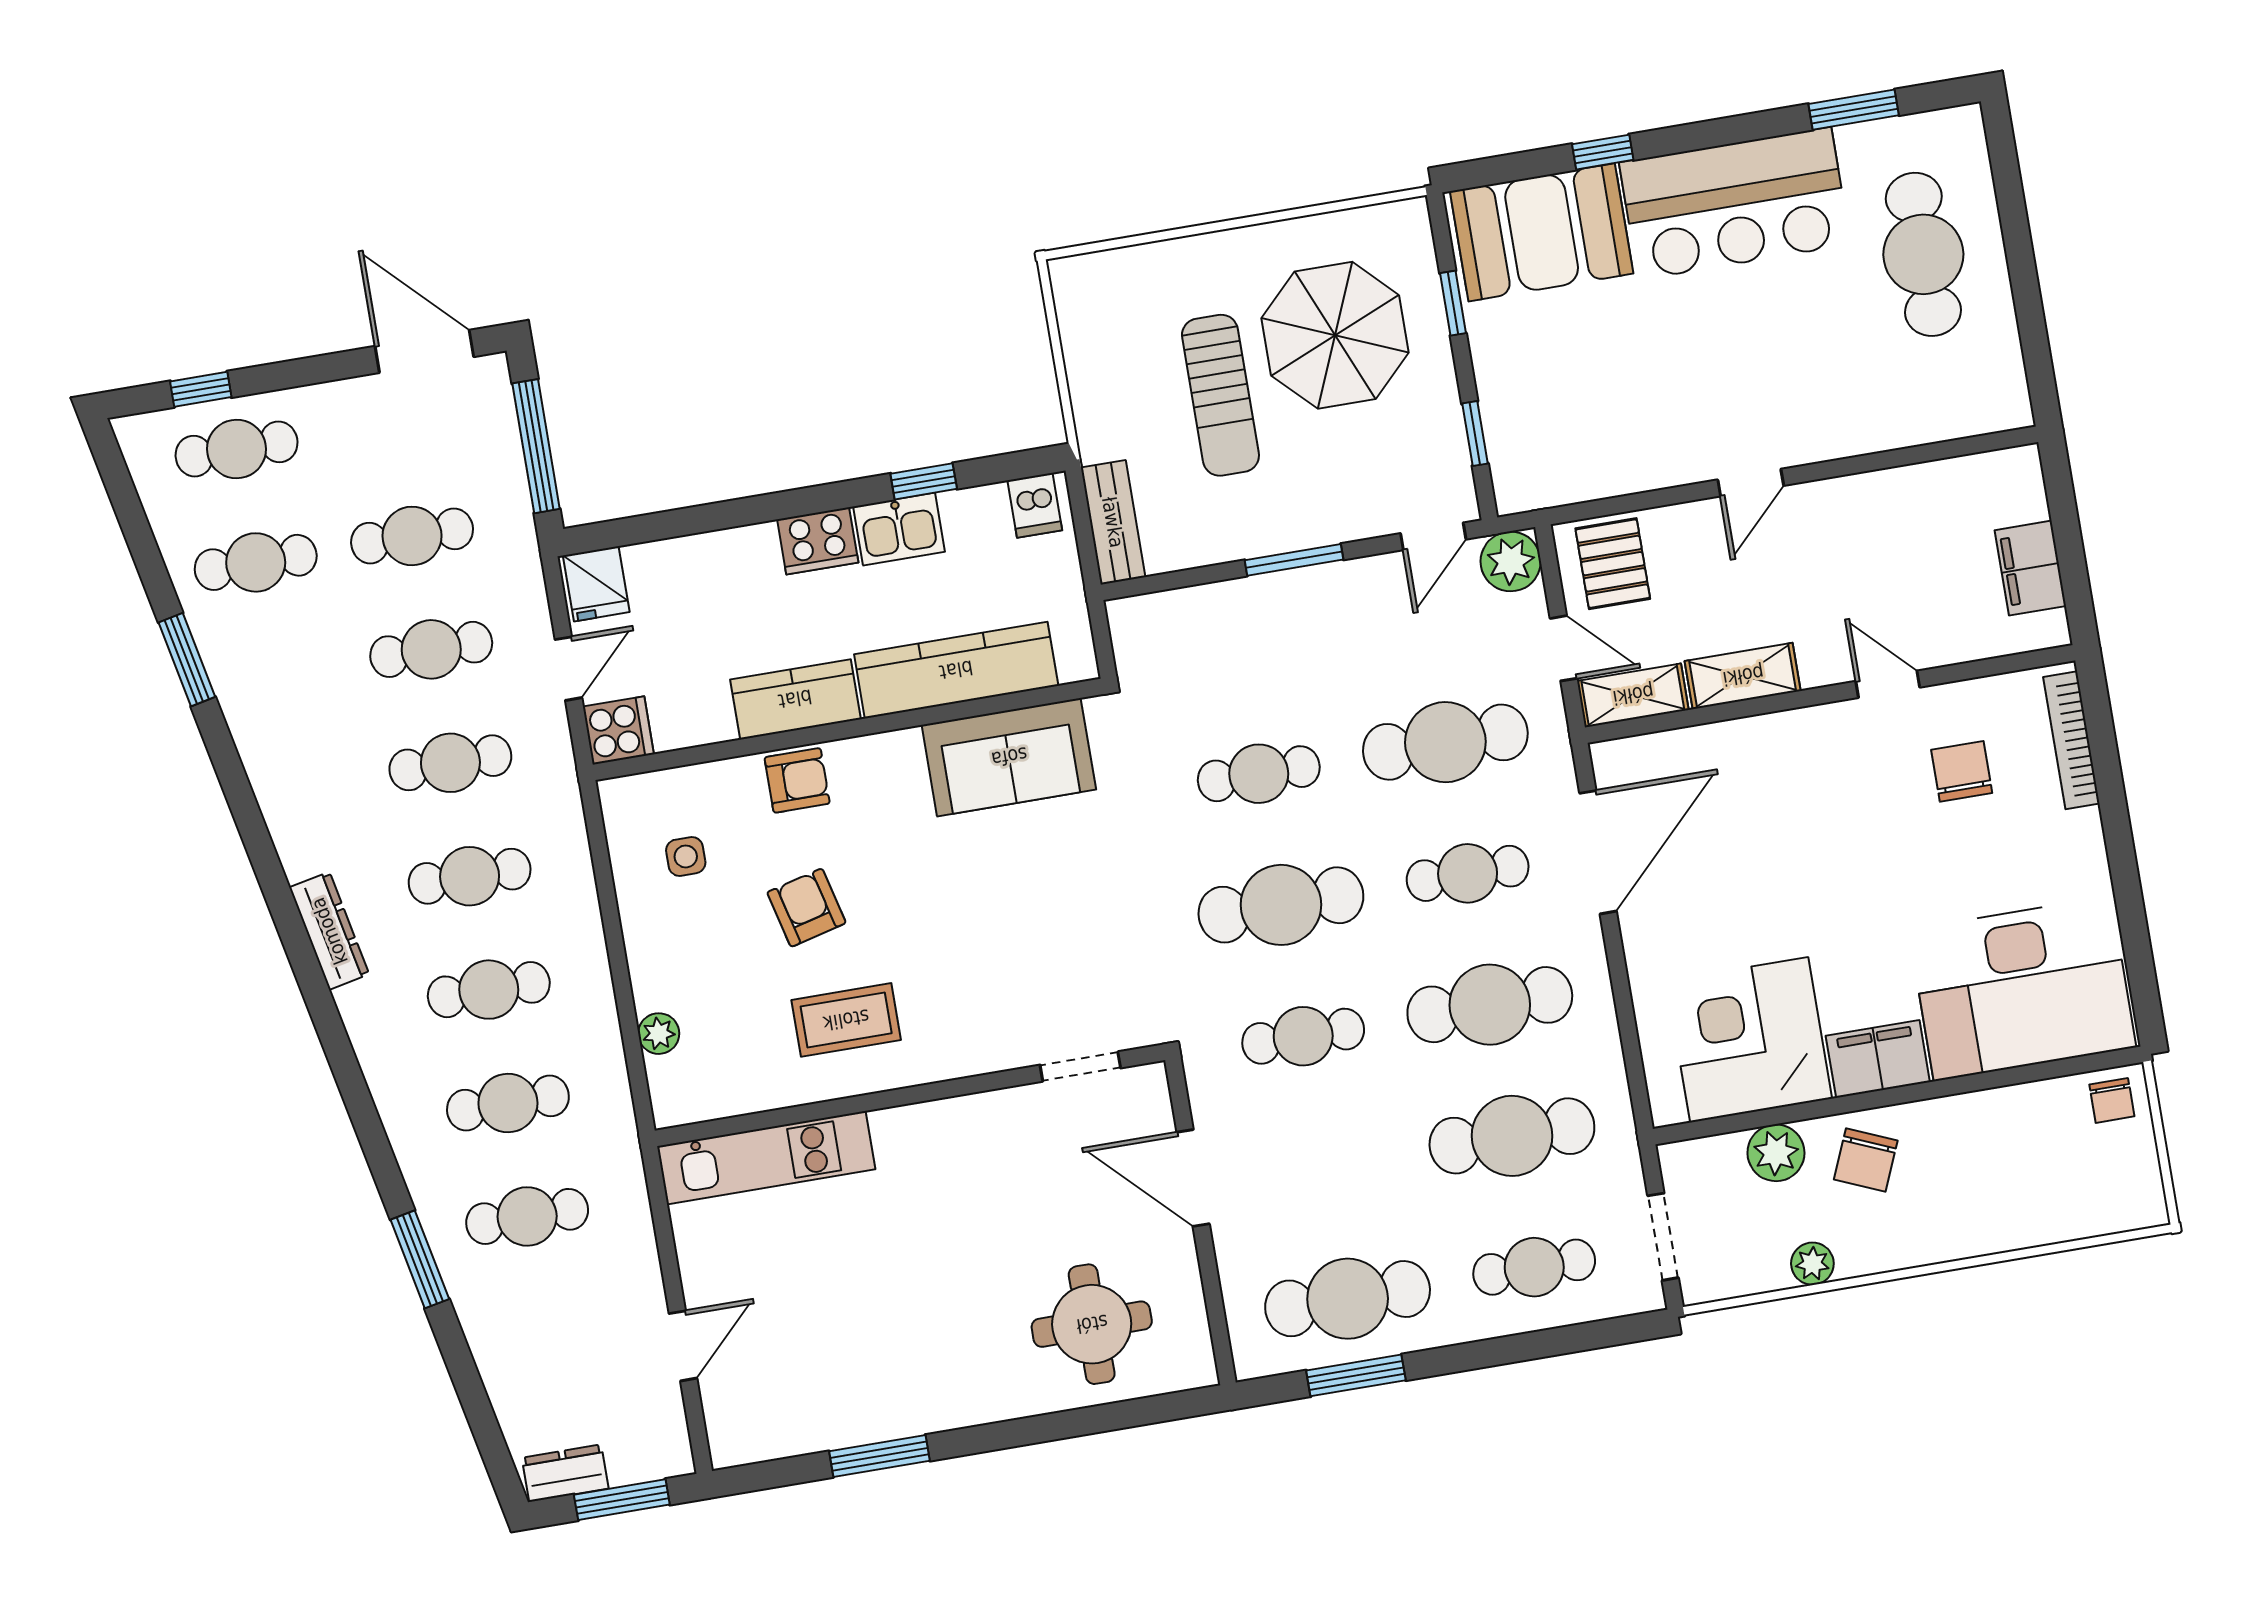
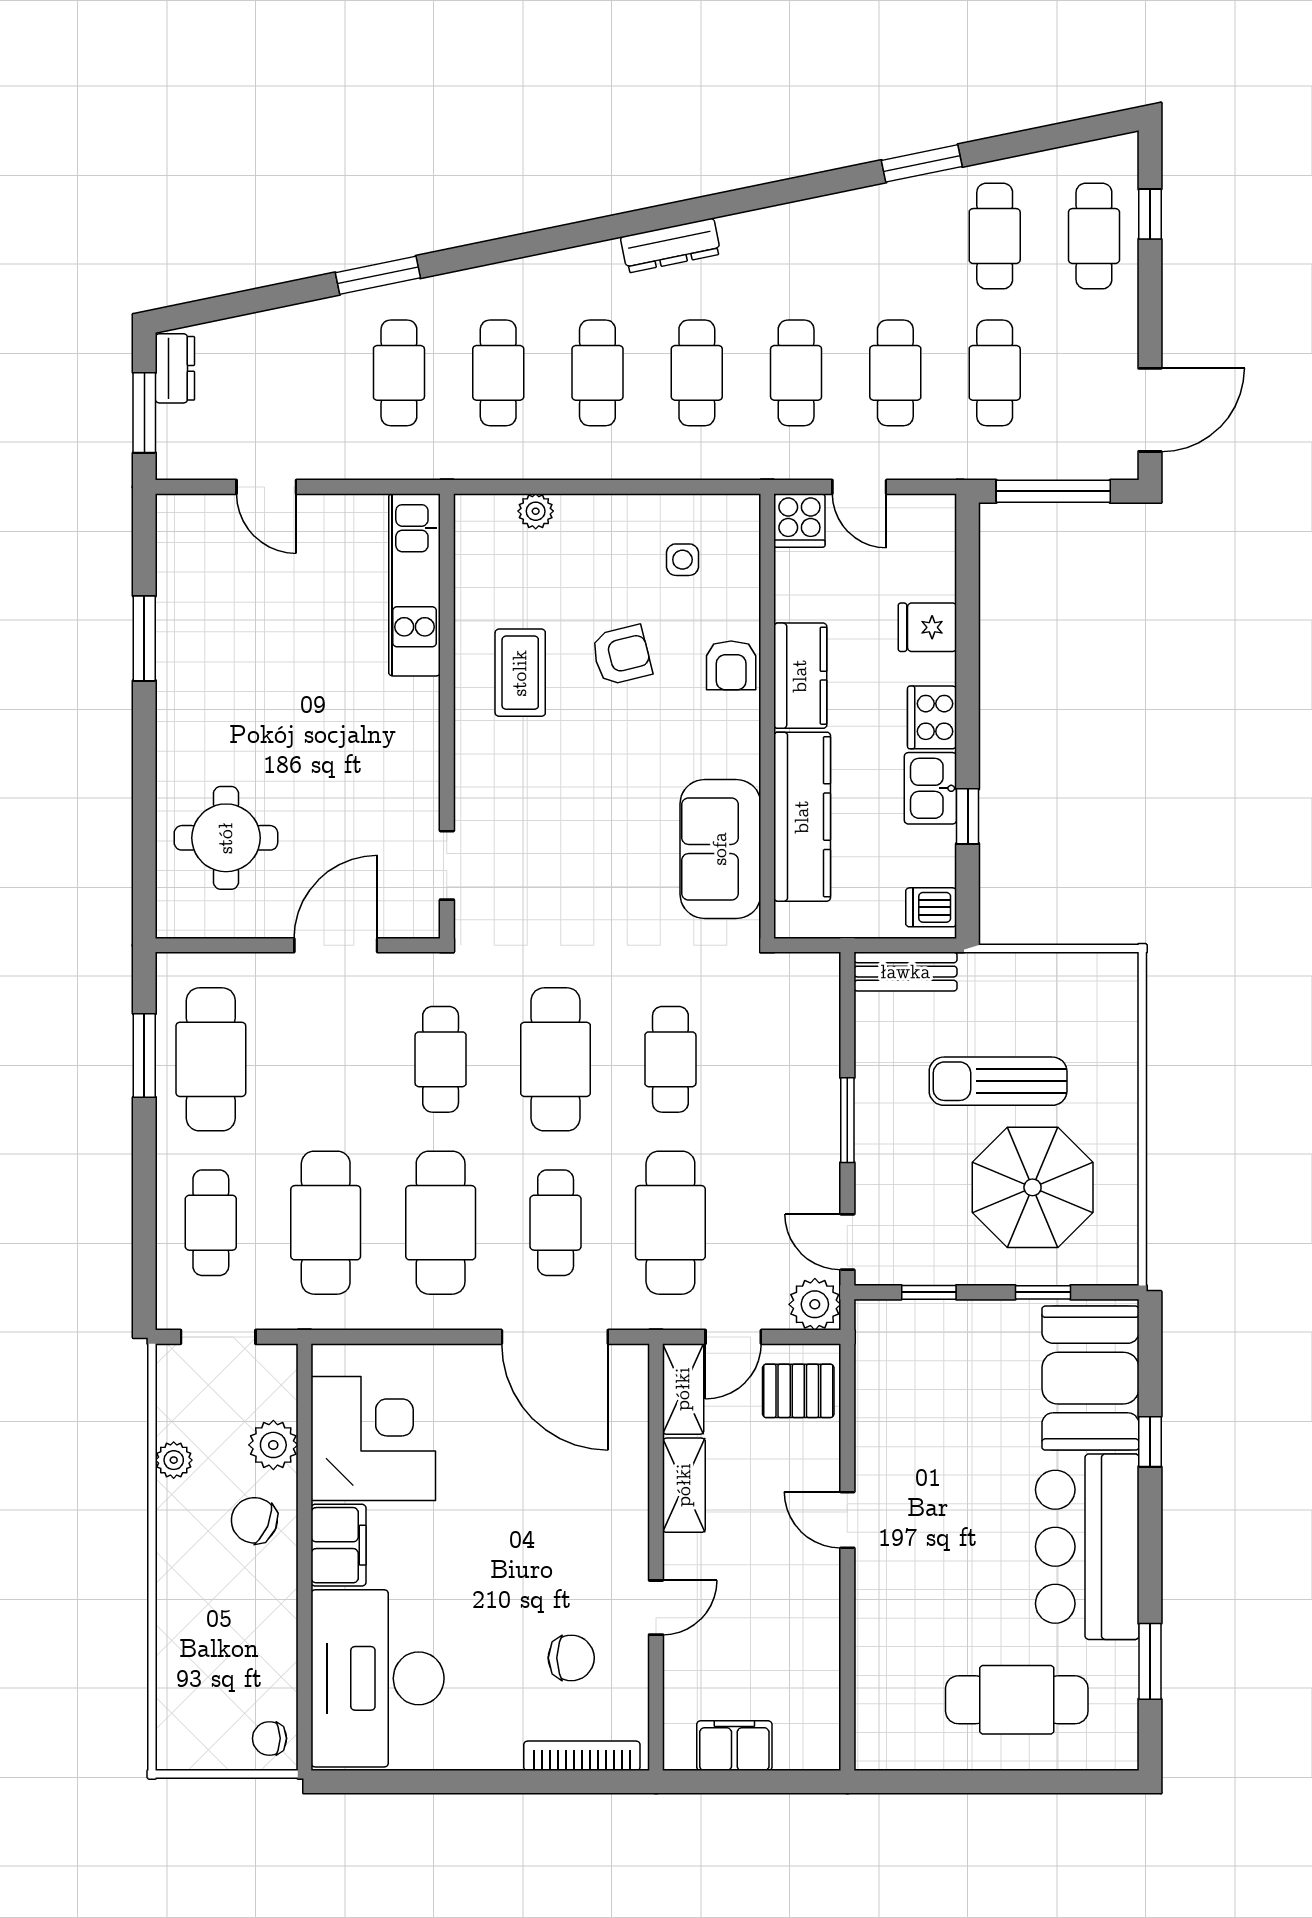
fridge: (596, 584) -> (927, 627), moved

